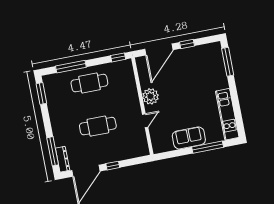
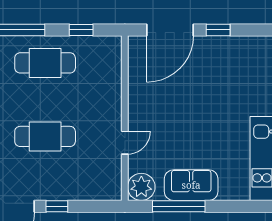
window: (118, 57) -> (81, 30), moved
plant: (150, 96) -> (141, 187), moved
window: (208, 147) -> (179, 206), moved

